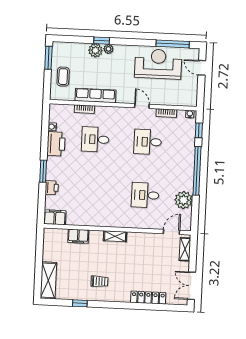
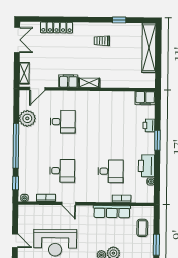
filing cabinet: (78, 236) -> (68, 81), moved
shelving: (48, 280) -> (149, 48), width x1.47

